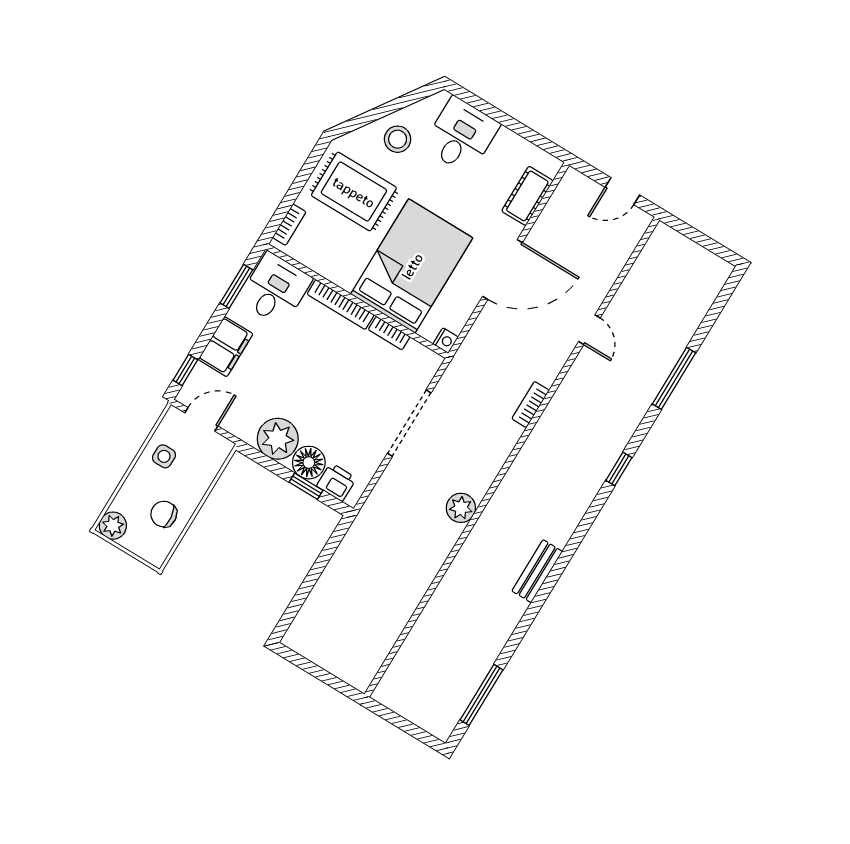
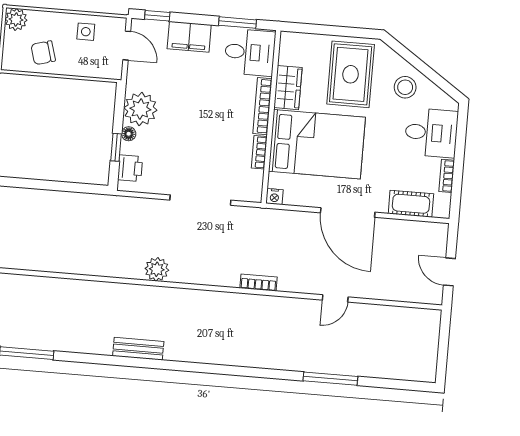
bookcase: (289, 225) -> (447, 176), moved, turned 90
wardrobe: (334, 267) -> (288, 88), added
floor lamp: (309, 463) -> (129, 134), width x0.53, depth x0.53
window: (619, 469) -> (244, 371), removed
chair: (164, 514) -> (43, 53), turned -99

